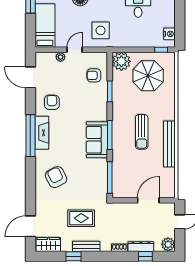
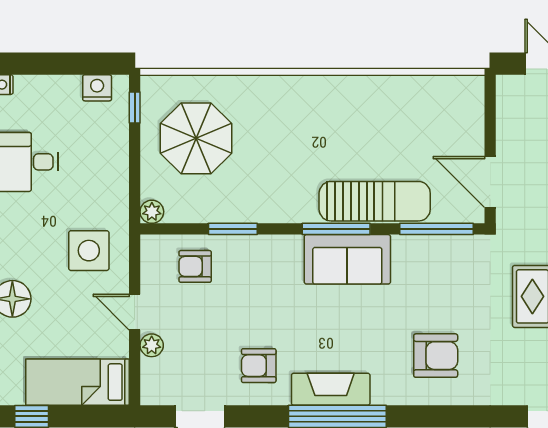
plant: (121, 61) -> (152, 212), width x0.53, depth x0.53
armchair: (94, 75) -> (195, 266), turned 90
sun lounger: (142, 132) -> (375, 201), moved, width x1.36, depth x1.34
bench: (169, 144) -> (357, 88), removed
armchair: (56, 177) -> (436, 356), turned -153
door: (148, 200) -> (490, 182), moved

